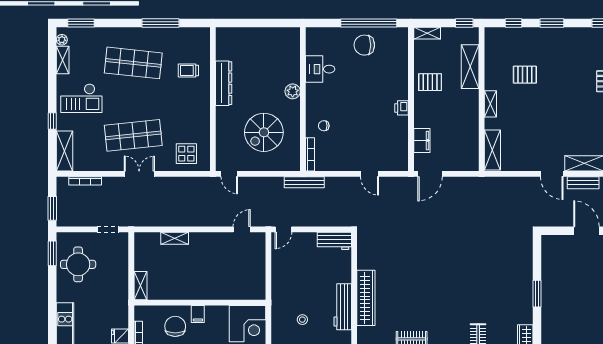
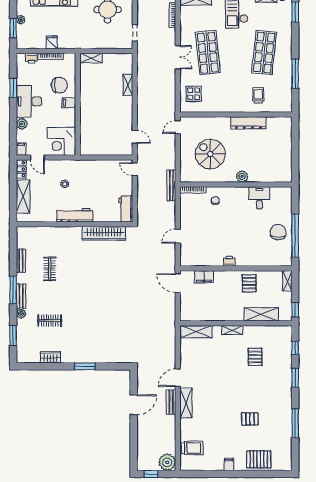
wardrobe: (366, 298) -> (104, 233), moved

